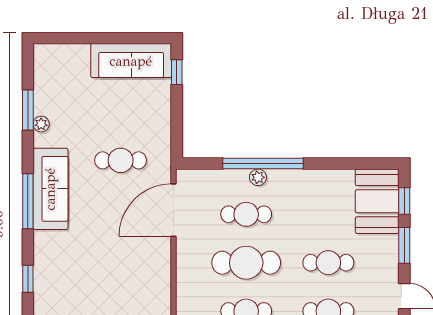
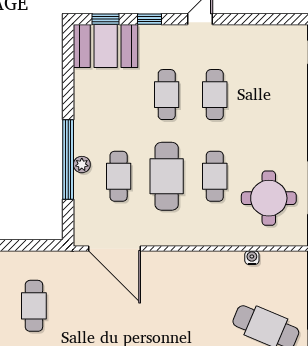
cafe table: (121, 160) -> (34, 306), moved
window: (404, 245) -> (150, 19), width x0.67

